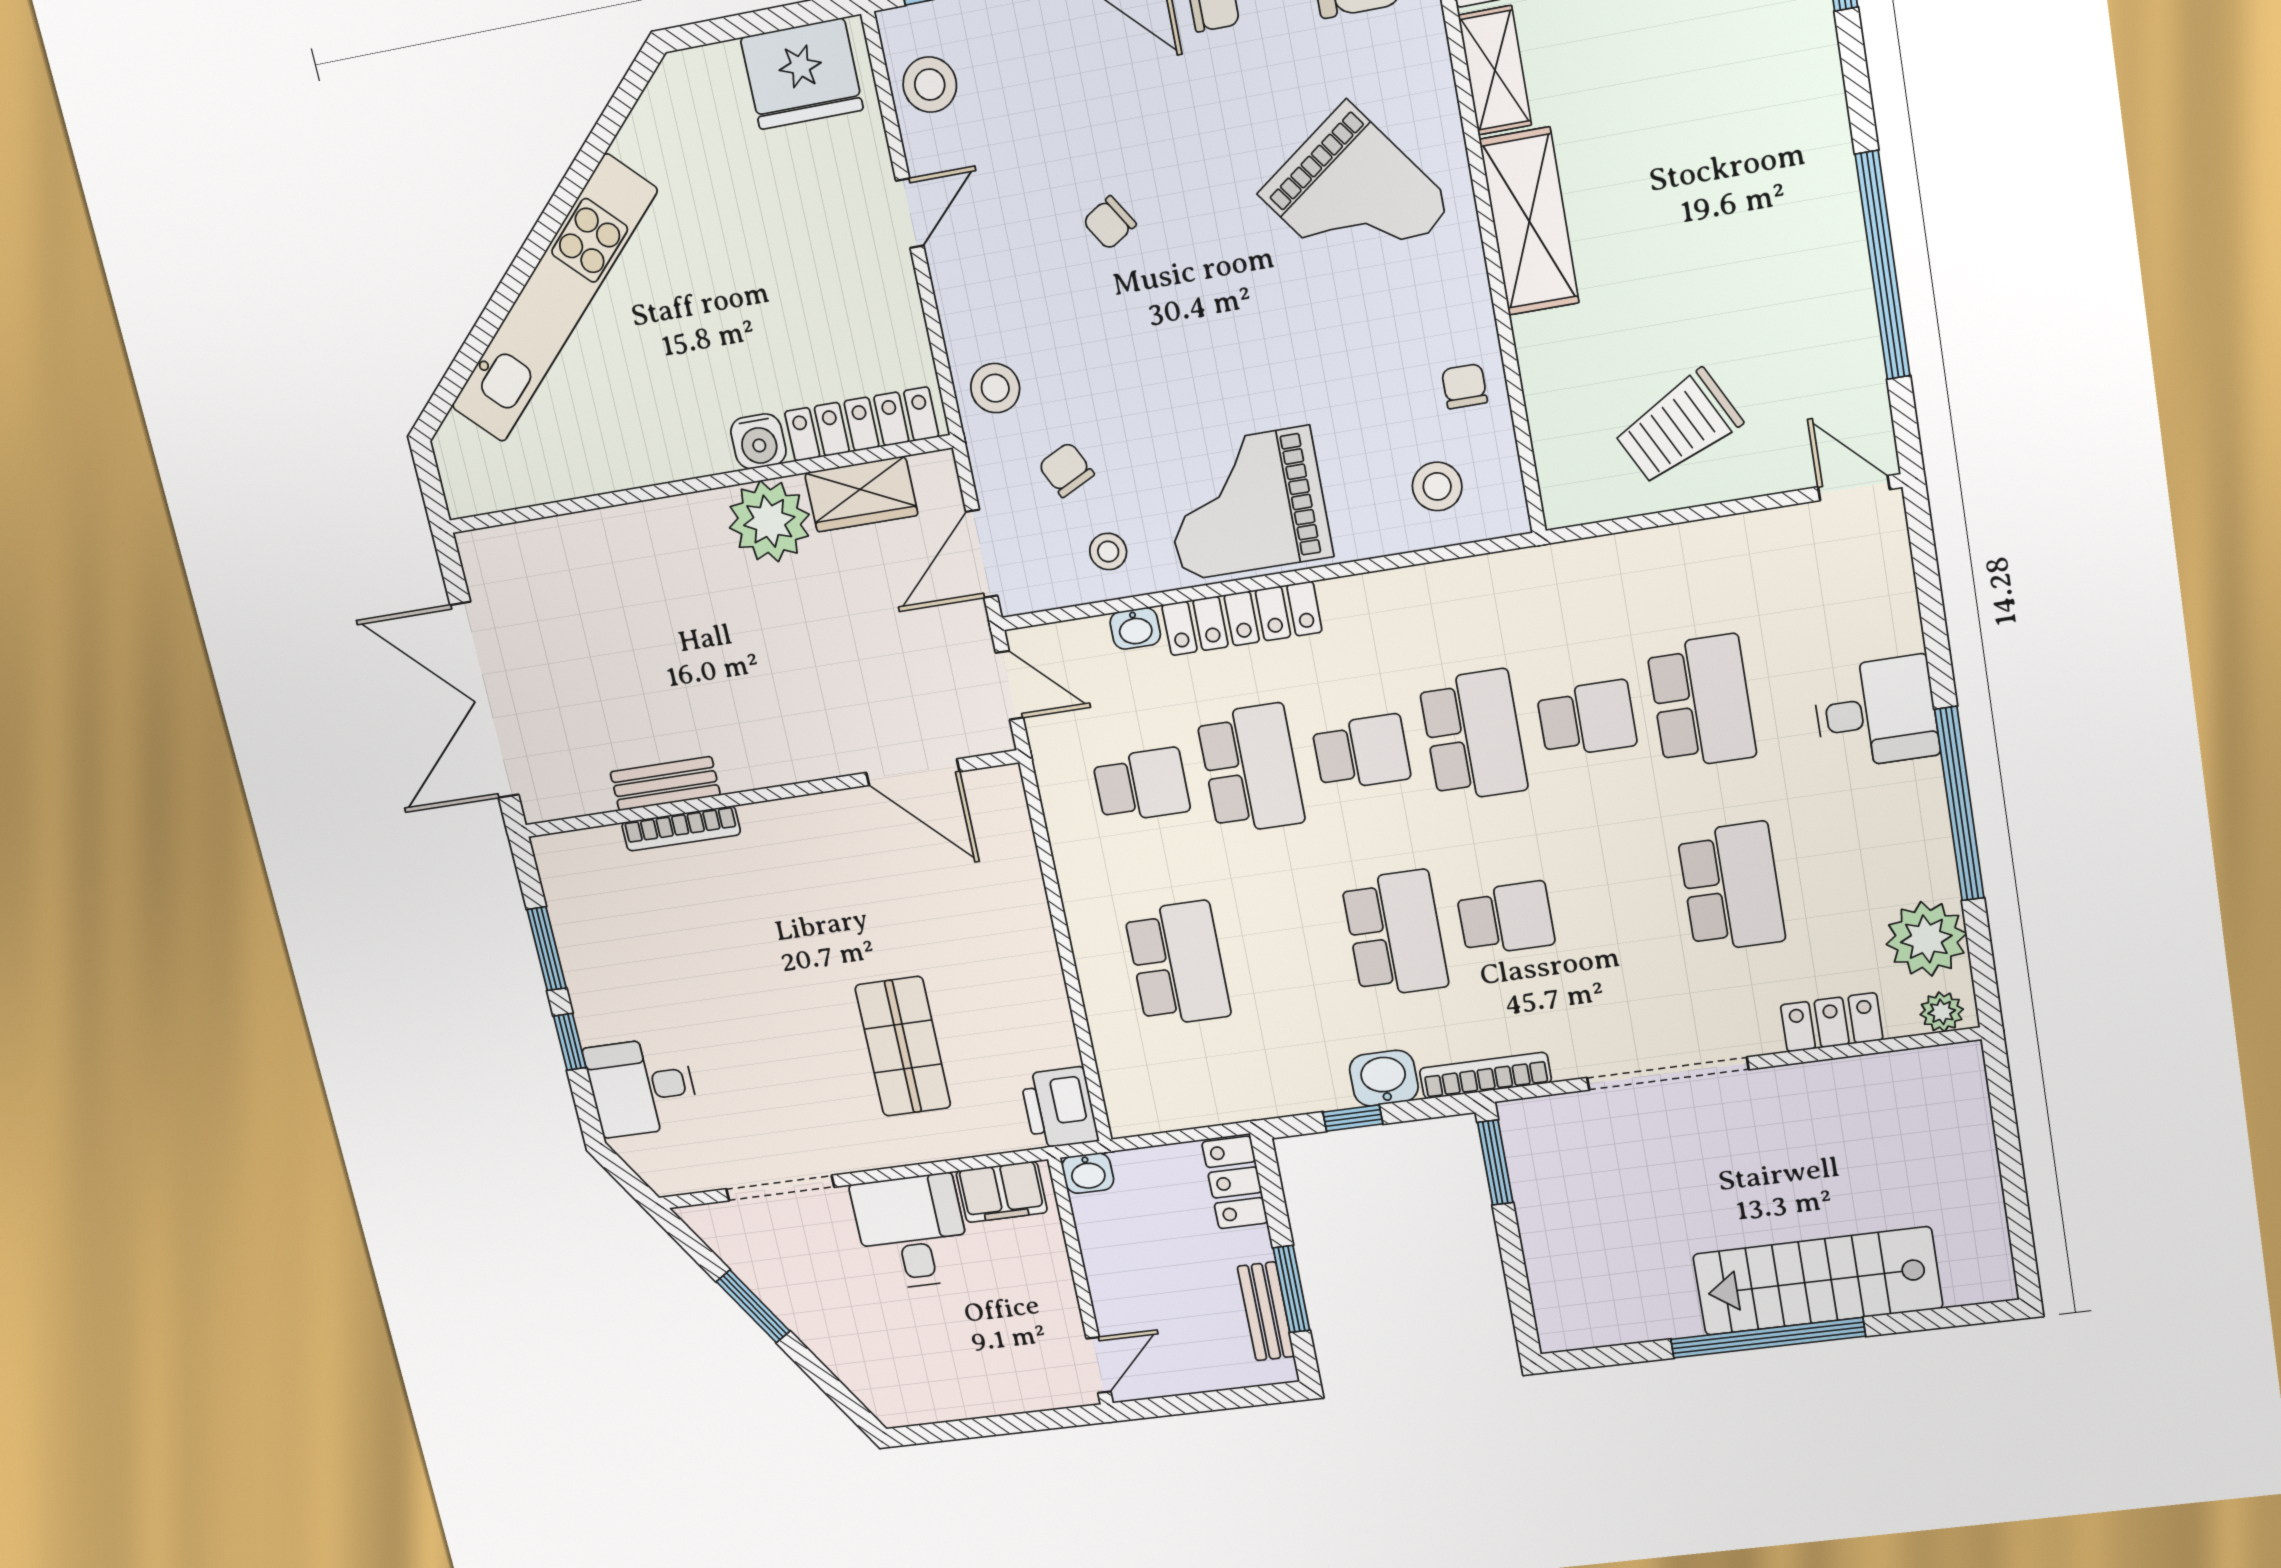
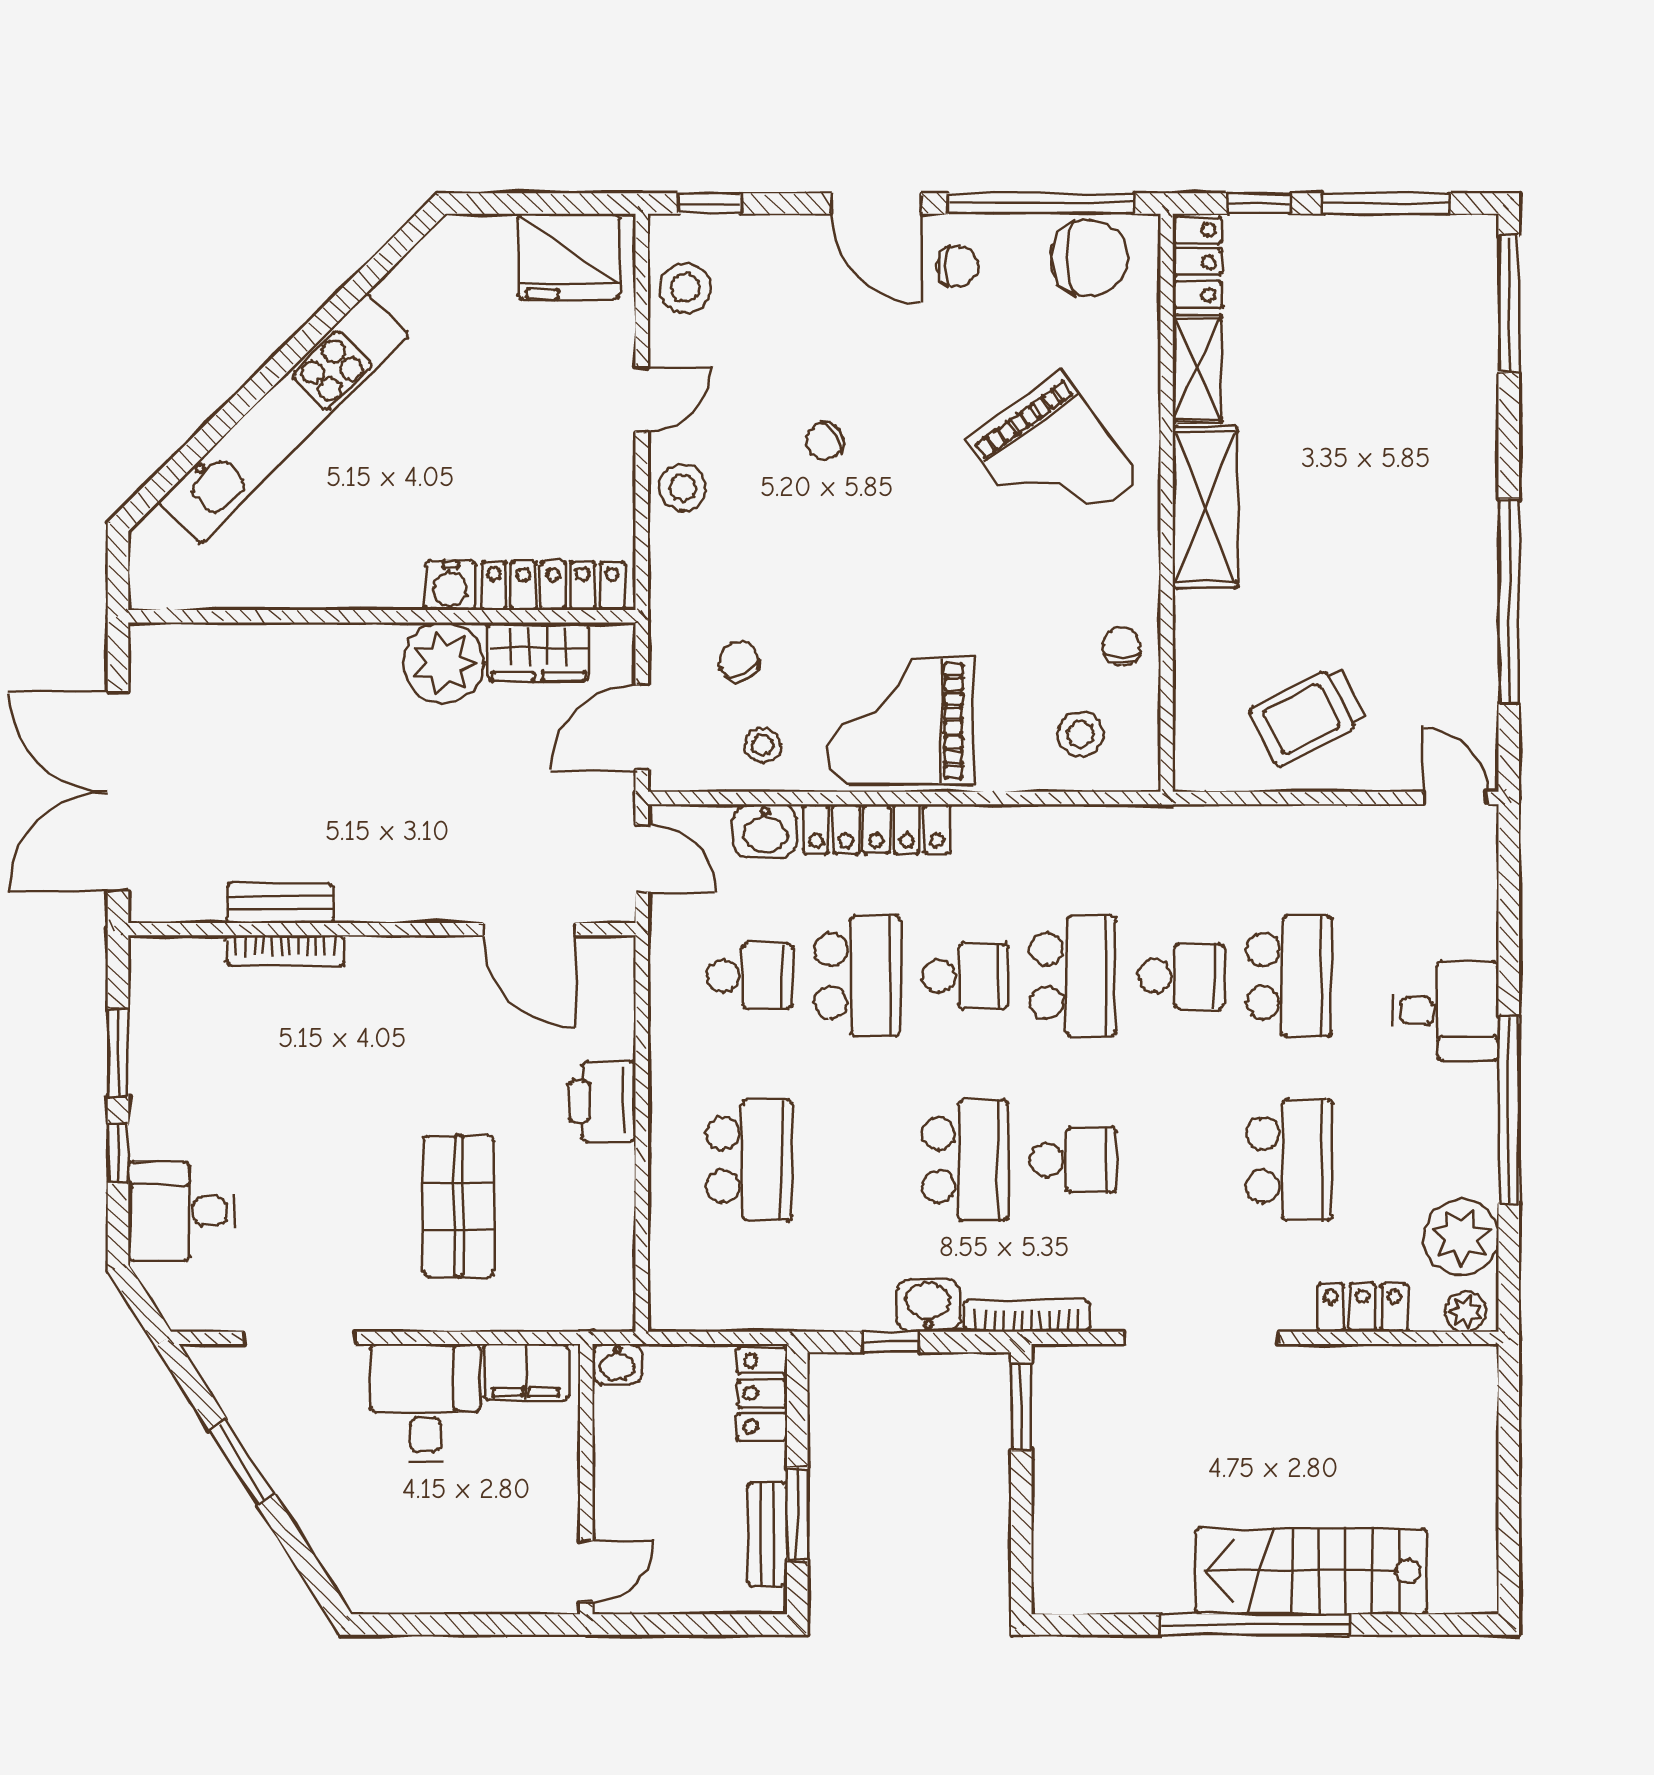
stool: (995, 388) -> (683, 488), moved
washbasin: (1135, 628) -> (765, 831), width x1.38, depth x1.45
printer: (1059, 1108) -> (603, 1101), moved

